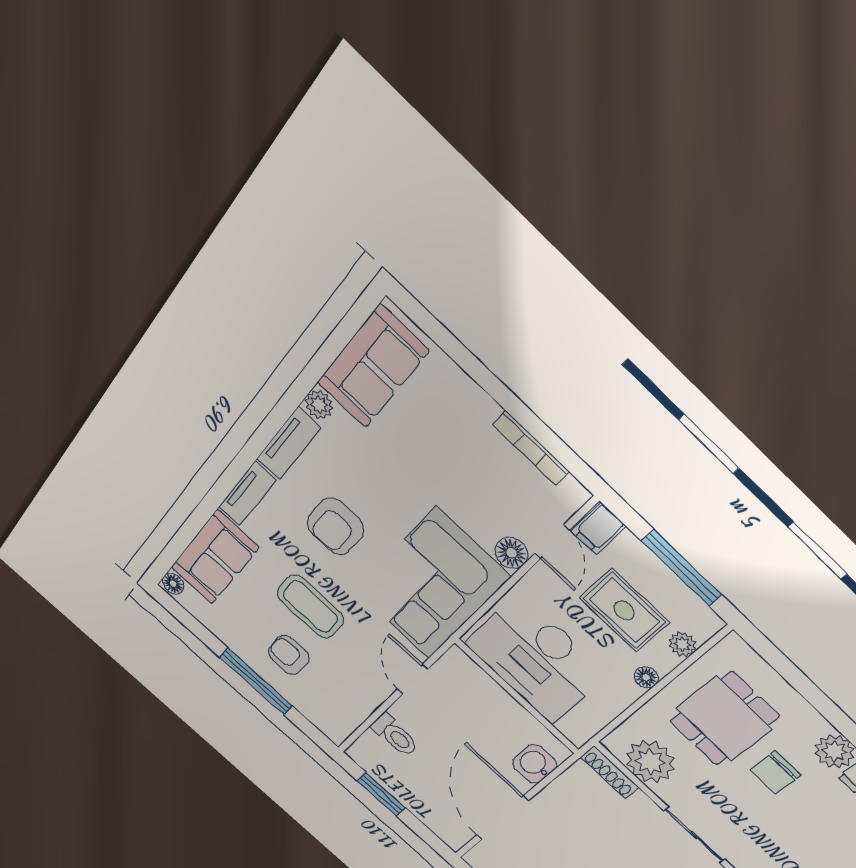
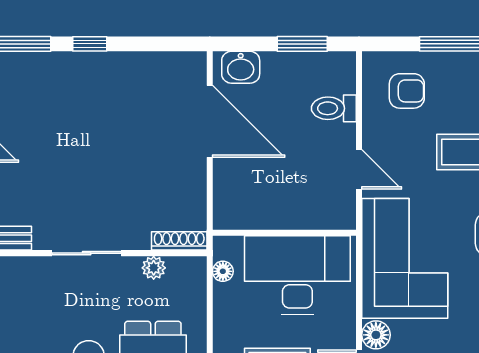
armchair: (289, 655) -> (407, 91), moved
floor lamp: (646, 677) -> (223, 271), moved
plant: (650, 762) -> (154, 268), width x0.53, depth x0.53
washbasin: (535, 764) -> (241, 67), moved, turned 90

